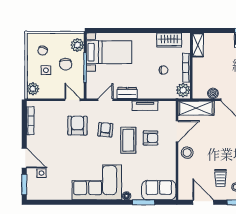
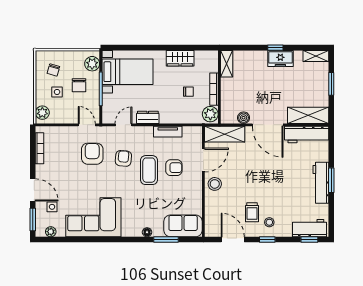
wardrobe: (169, 40) -> (180, 58), moved
corner sofa: (97, 182) -> (93, 217), moved
plant: (40, 195) -> (51, 232), added

